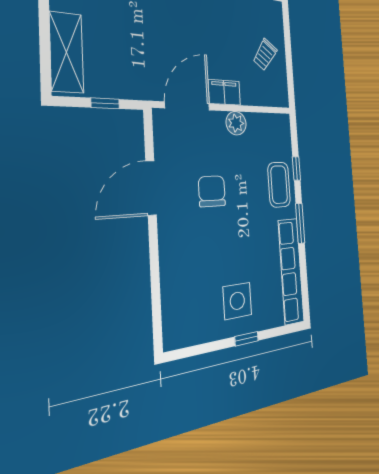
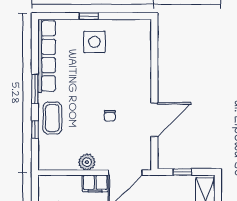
chair: (212, 191) -> (110, 116), width x0.54, depth x0.54

